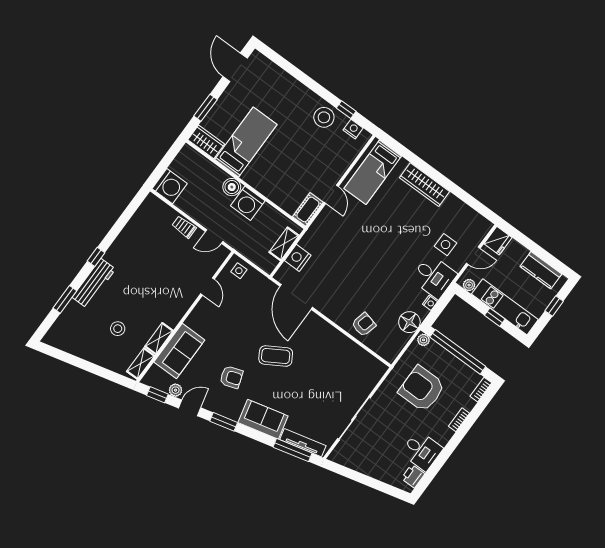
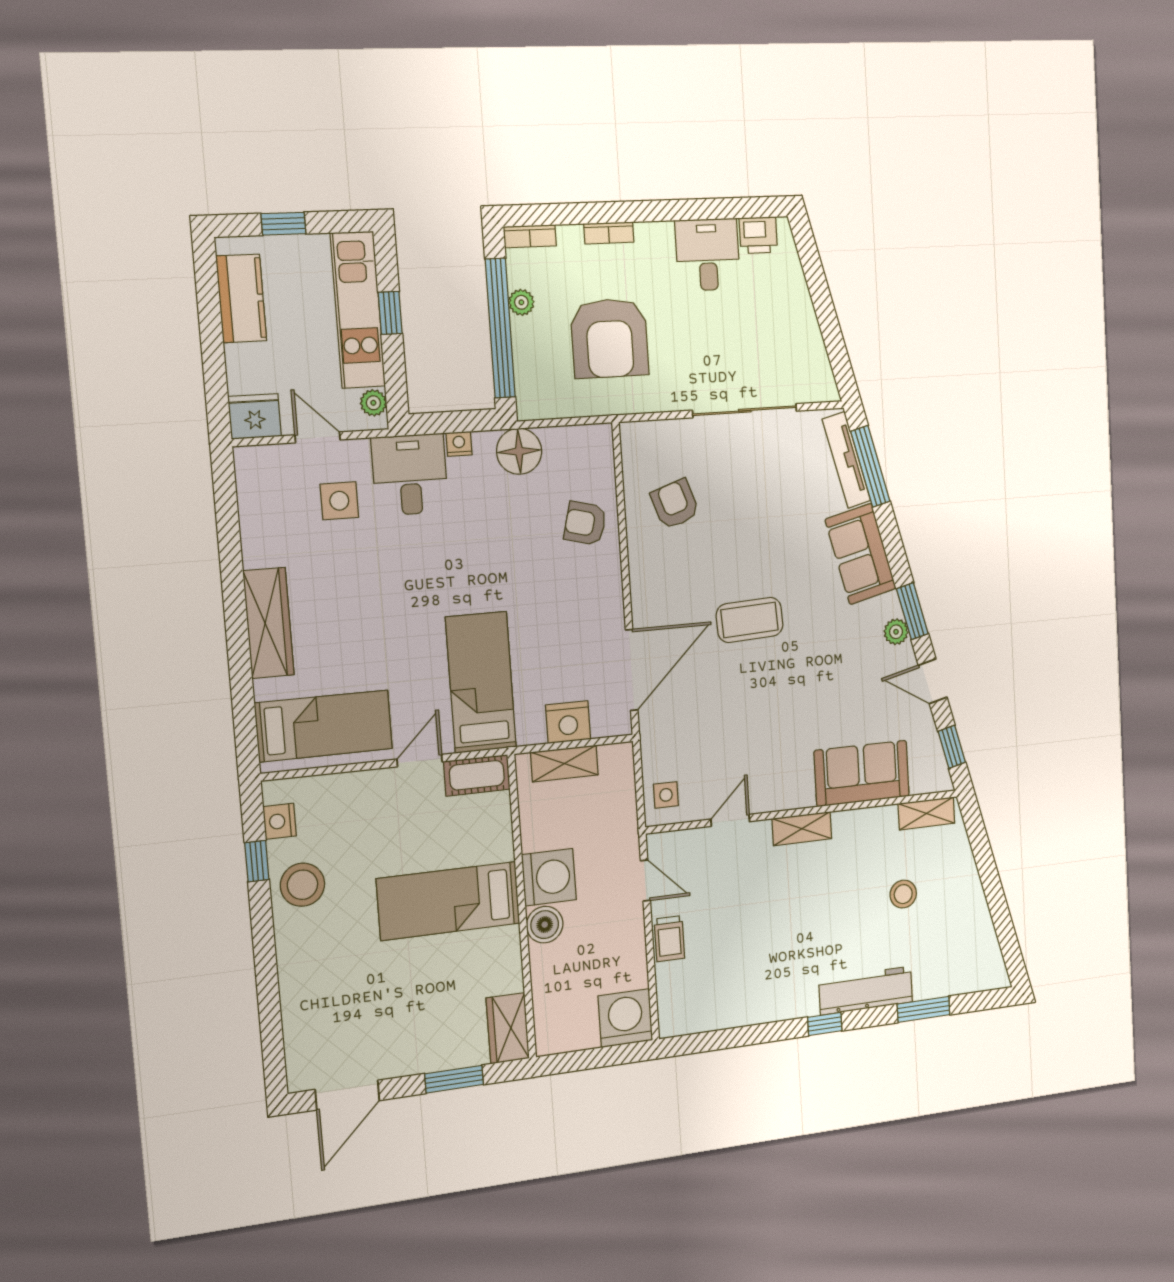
bed: (246, 142) -> (448, 901), moved
bed: (340, 239) -> (481, 682), added
shelving: (159, 338) -> (802, 829), moved
plant: (424, 340) -> (521, 302), moved
coffee table: (276, 356) -> (750, 620), turned -62
armchair: (231, 377) -> (675, 504), moved
plant: (176, 390) -> (896, 632), moved

